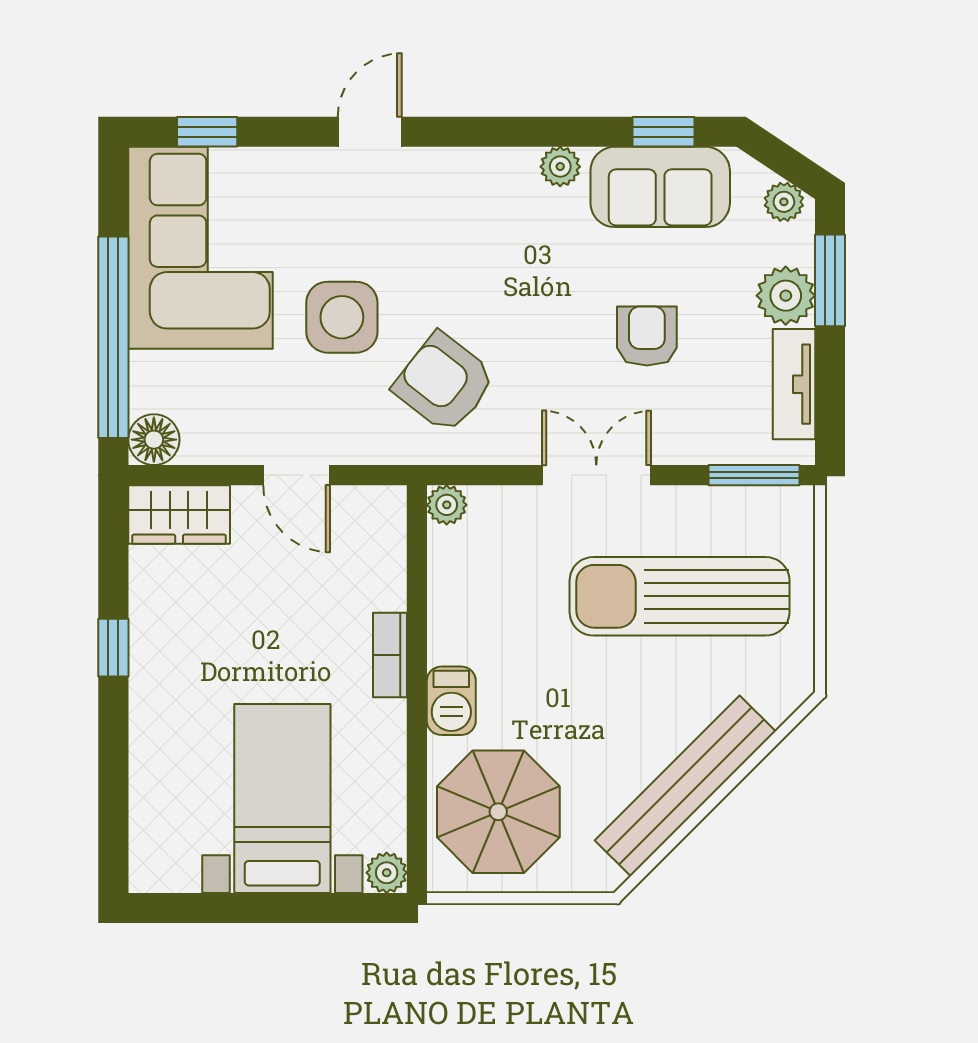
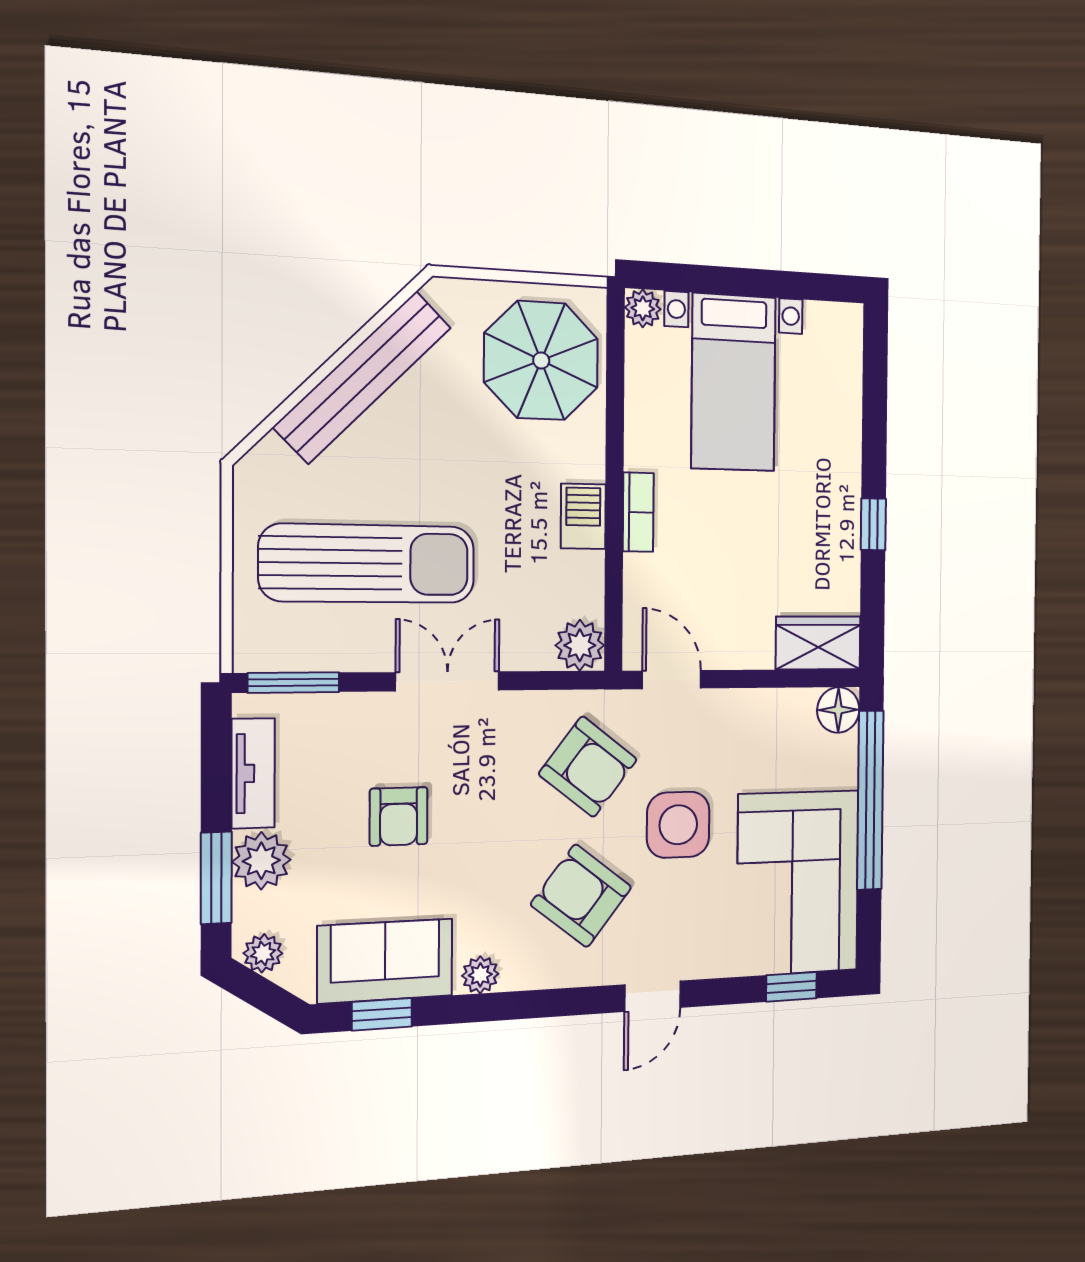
armchair: (451, 245) -> (581, 896), added
door: (297, 475) -> (672, 680), moved
double door: (596, 475) -> (448, 681), swing flipped
plant: (447, 505) -> (580, 645), width x1.38, depth x1.38
barbecue: (451, 701) -> (583, 516), moved

